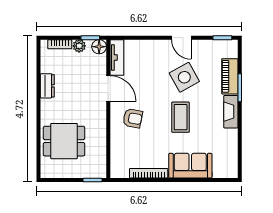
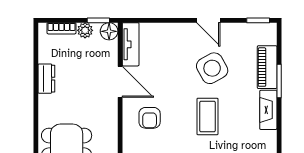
armchair: (133, 118) -> (150, 118), turned 79

